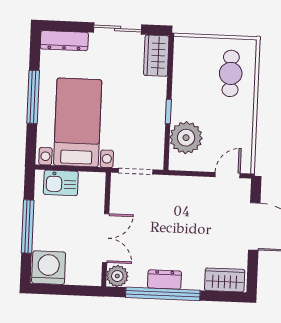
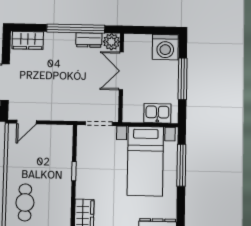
window: (33, 97) -> (181, 165), moved
plant: (186, 138) -> (60, 151), removed
dresser: (164, 280) -> (89, 40), moved

